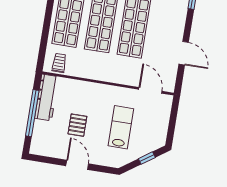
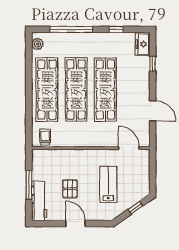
workbench: (47, 97) -> (39, 201), moved
window: (32, 113) -> (29, 185), width x0.68

